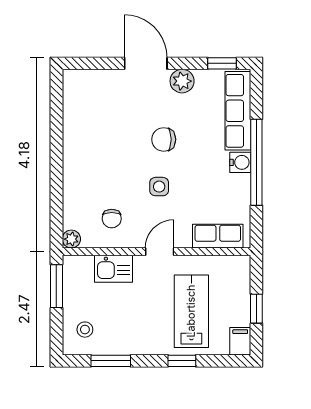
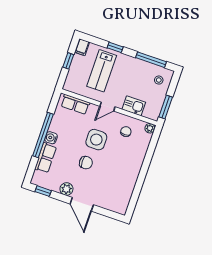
row of seats: (238, 111) -> (46, 158), width x0.68
side table: (159, 187) -> (96, 140), width x1.87, depth x1.87
window: (111, 361) -> (151, 60), width x1.44

